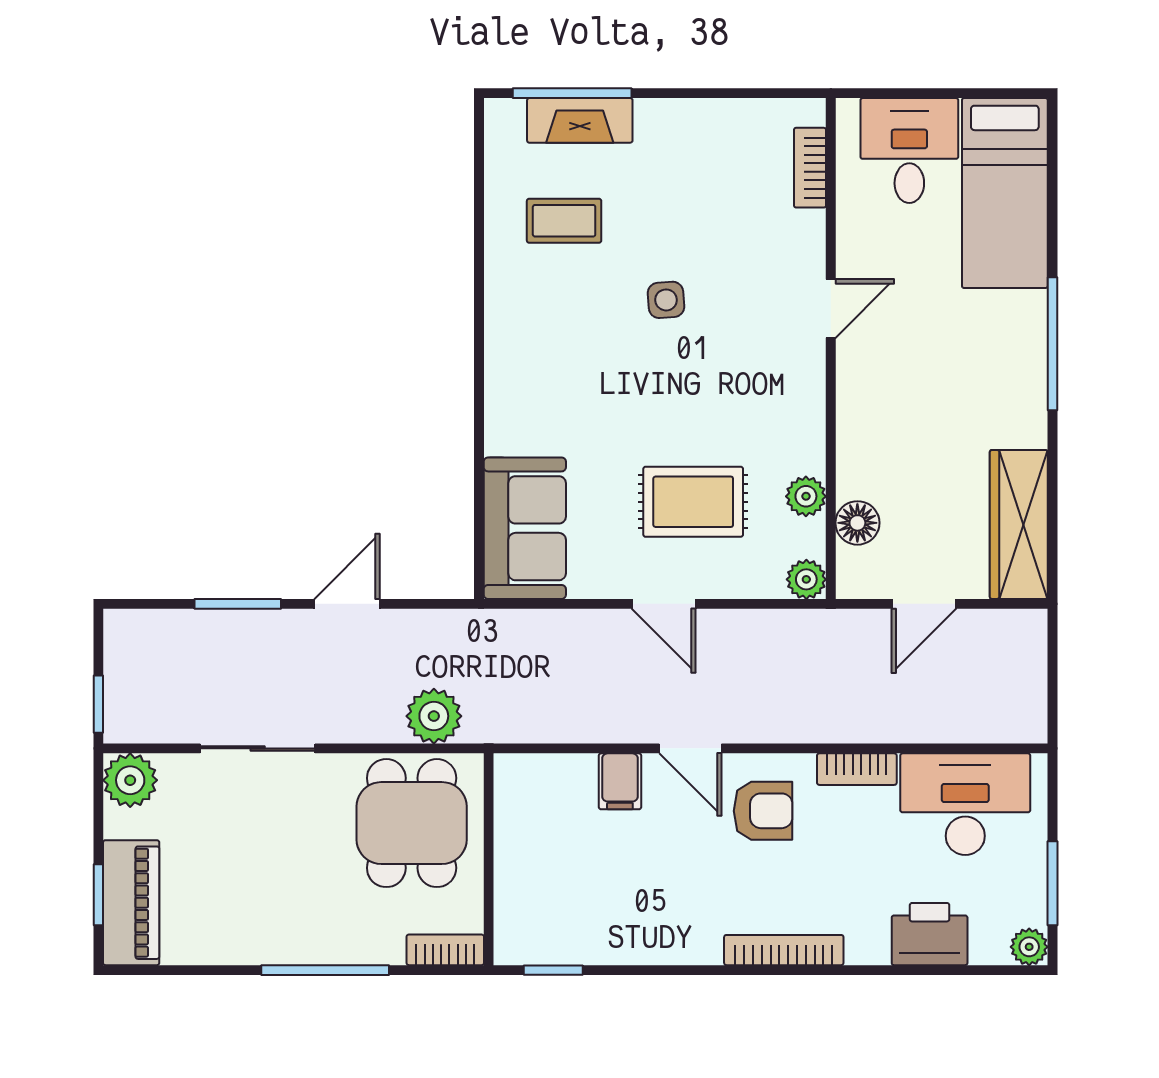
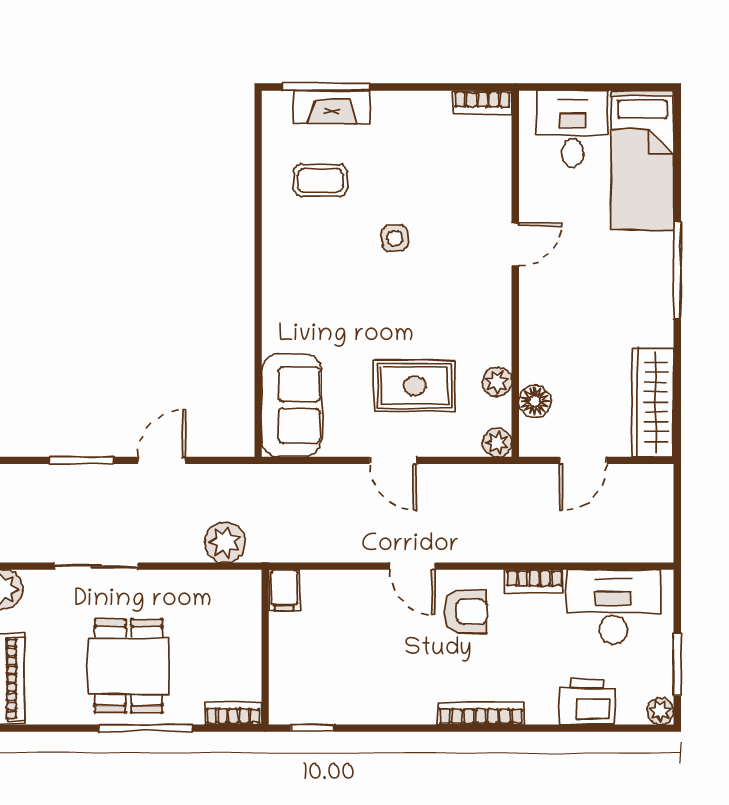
bookcase: (810, 168) -> (482, 102), moved, turned -90
filing cabinet: (620, 781) -> (284, 590), moved
dining table: (412, 823) -> (128, 666), moved

